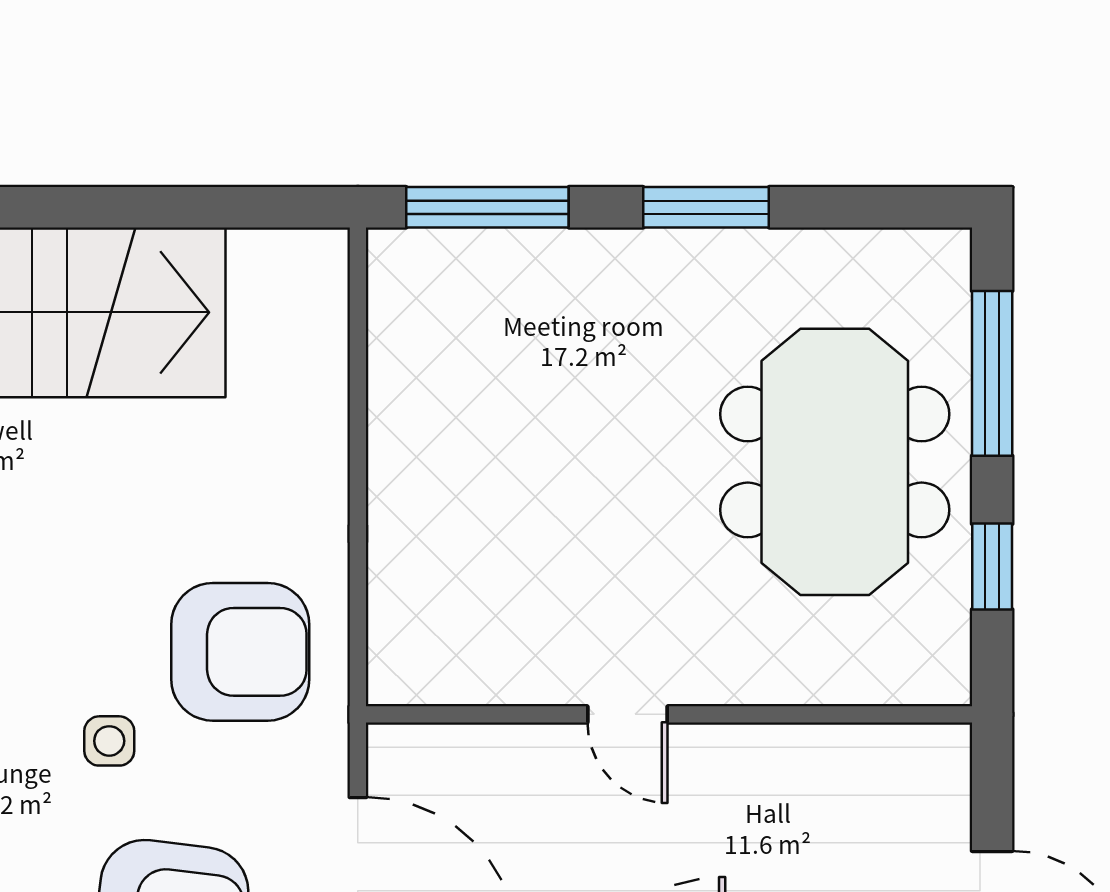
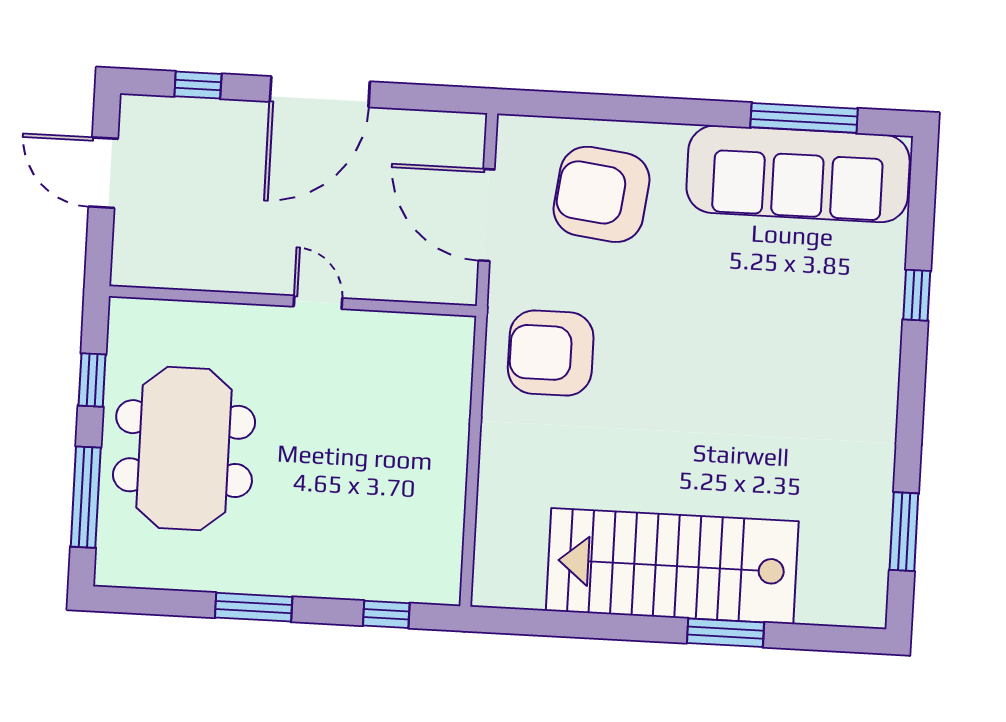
window: (487, 207) -> (386, 614), width x0.46
side table: (109, 741) -> (633, 303), removed

